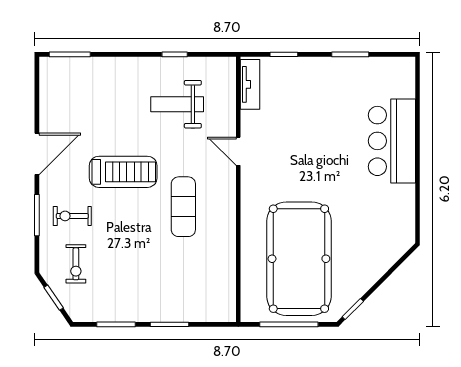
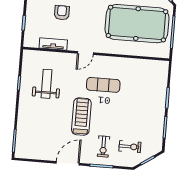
tv unit: (250, 84) -> (53, 44), moved
weight bench: (177, 104) -> (47, 84), turned 180
armchair: (308, 121) -> (62, 13), added
door: (238, 151) -> (85, 53), moved
door: (37, 154) -> (68, 163), hinge flipped

